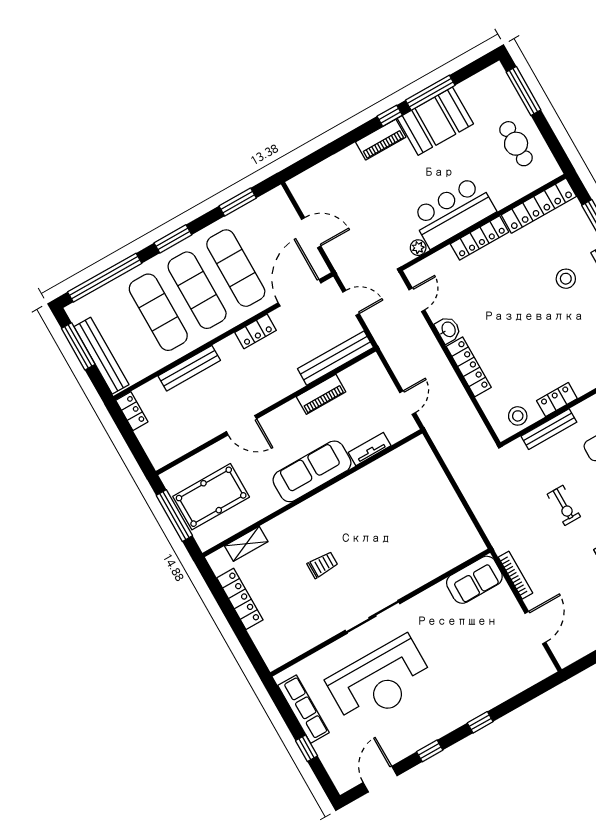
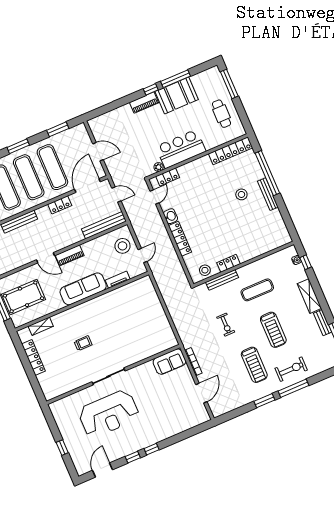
locker: (480, 238) -> (168, 177), moved, width x0.66
stool: (371, 390) -> (122, 246), added
piano: (321, 394) -> (70, 255), moved
row of seats: (303, 709) -> (63, 425), removed
window: (480, 722) -> (152, 449), moved

